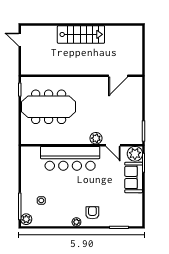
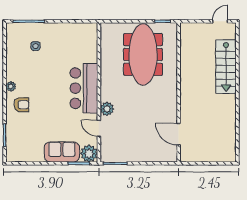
stairs: (81, 34) -> (226, 67), moved
door: (113, 145) -> (99, 128), hinge flipped
bar counter: (70, 158) -> (84, 88), width x0.73
plant: (26, 219) -> (14, 29), removed

